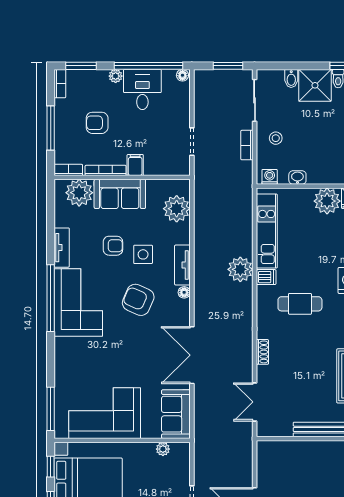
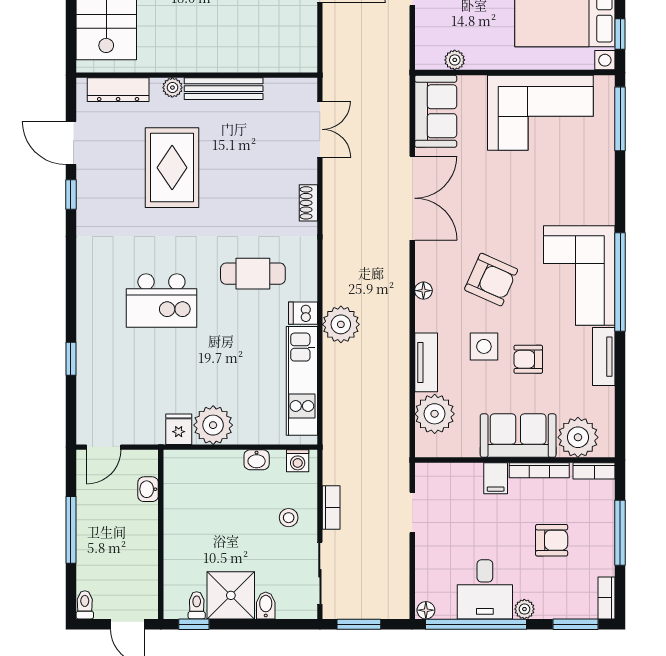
tv unit: (182, 265) -> (426, 362), moved

